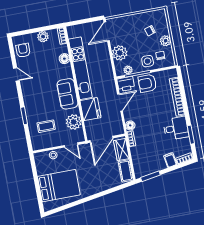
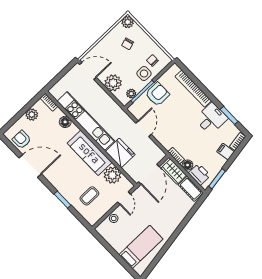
door: (107, 31) -> (88, 71), swing flipped
plant: (166, 41) -> (128, 22), moved
door: (16, 74) -> (30, 166), width x1.88
armchair: (147, 83) -> (157, 94), turned 180
printer: (126, 84) -> (199, 174), moved, turned -90
sofa: (67, 94) -> (89, 153), width x1.36
floor lamp: (130, 125) -> (188, 165), moved
door: (71, 145) -> (124, 198), hinge flipped
bed: (59, 186) -> (141, 247), width x0.67

